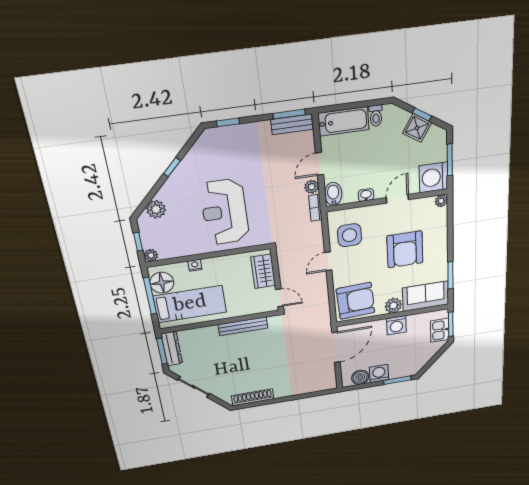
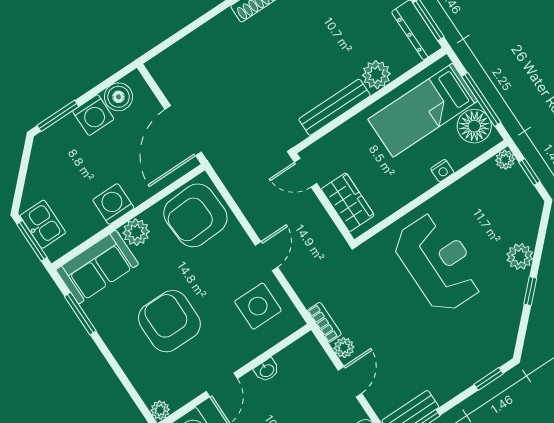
bidet: (333, 194) -> (311, 351), removed
plant: (156, 209) -> (520, 256), moved
plant: (209, 334) -> (376, 75), added

